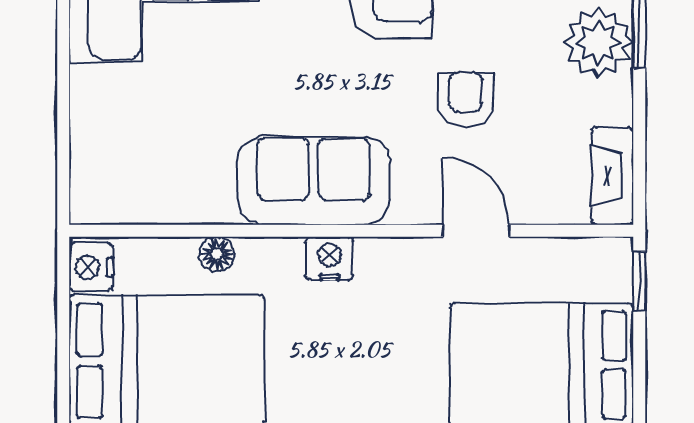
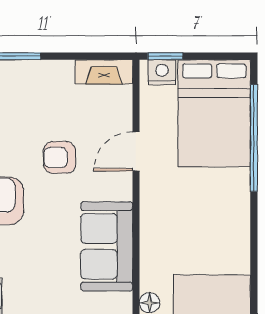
plant: (598, 43) -> (26, 80), removed
nightstand: (330, 258) -> (162, 72), moved, turned 90

